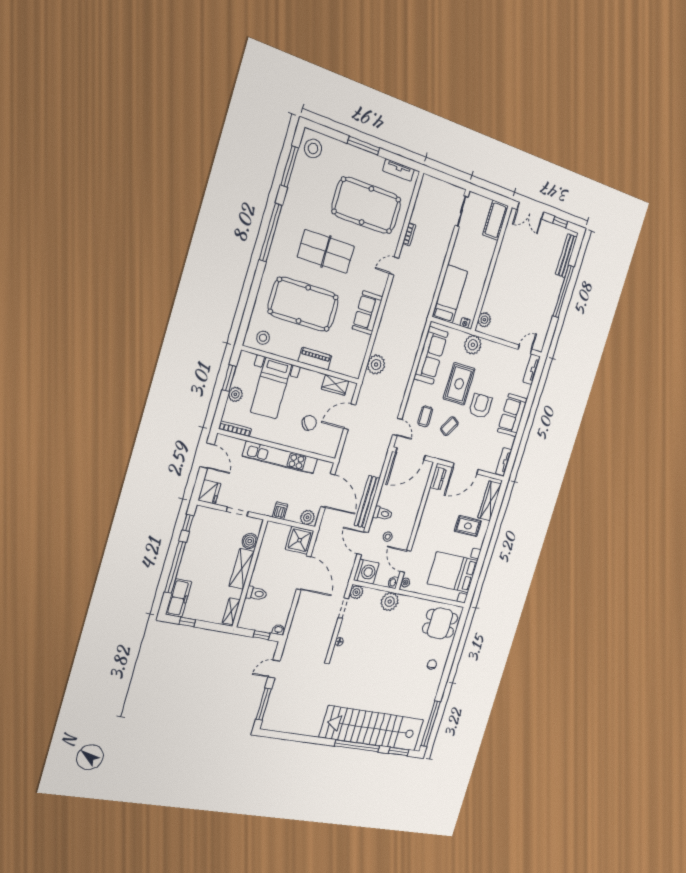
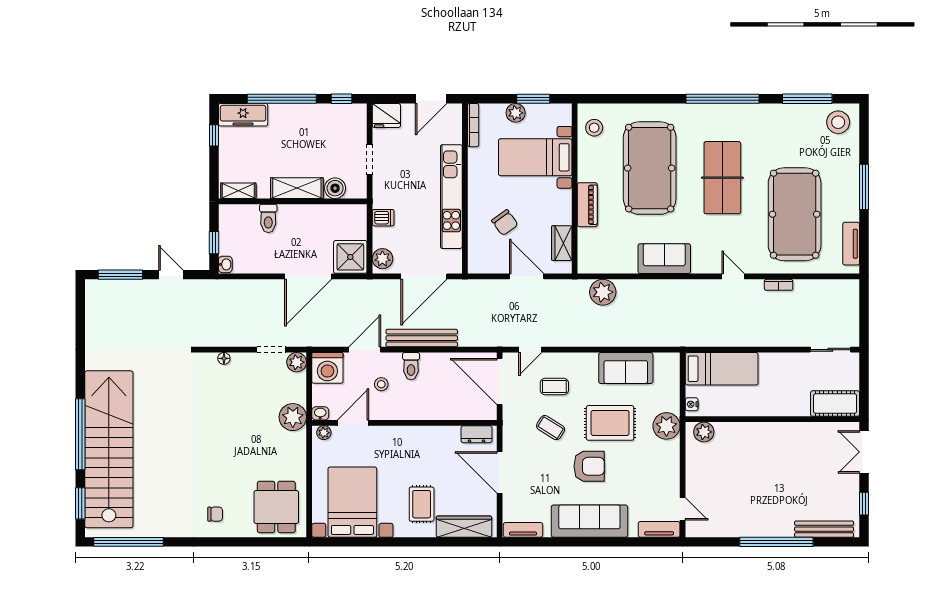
sofa: (431, 356) -> (626, 368), width x0.73
sofa: (512, 415) -> (589, 521), width x1.36

